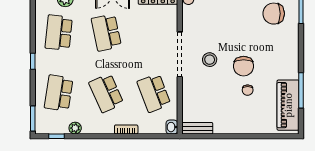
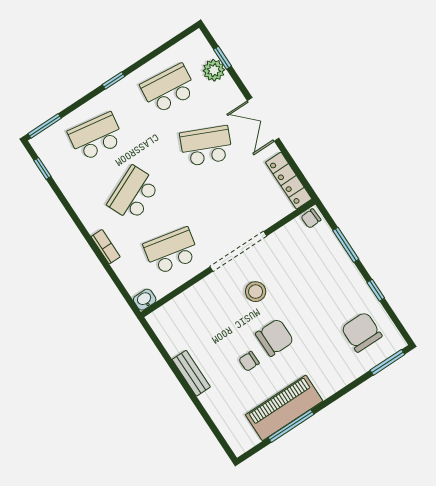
school desk: (106, 33) -> (206, 146), turned 36
chair: (244, 66) -> (275, 337), turned 180
school desk: (154, 93) -> (171, 251), turned 33
piano: (288, 105) -> (284, 408), moved
plant: (75, 128) -> (67, 184), removed
bench: (197, 128) -> (191, 373), moved

